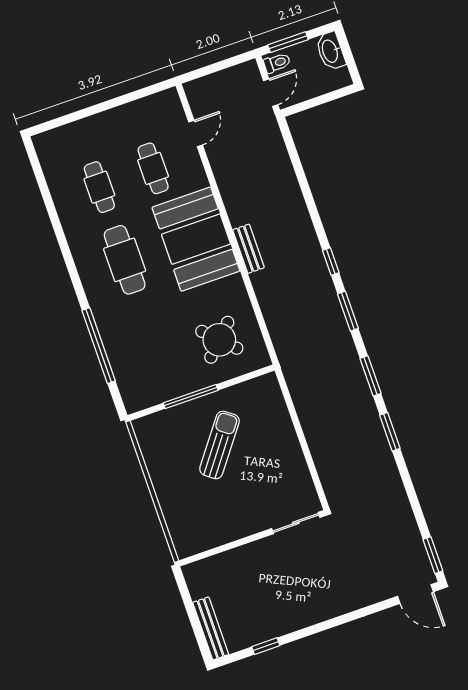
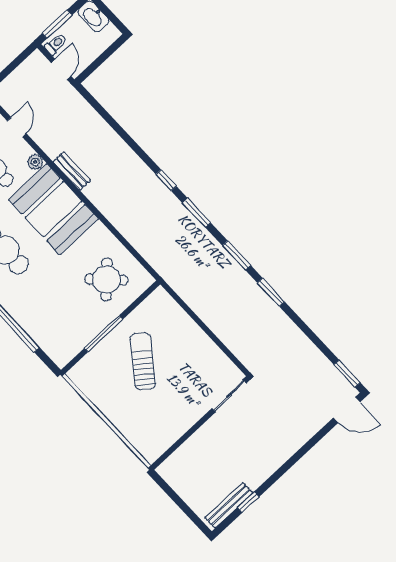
plant: (199, 180) -> (35, 162), added
bench: (248, 249) -> (72, 171), moved
bench: (211, 628) -> (229, 505), moved, turned 90

